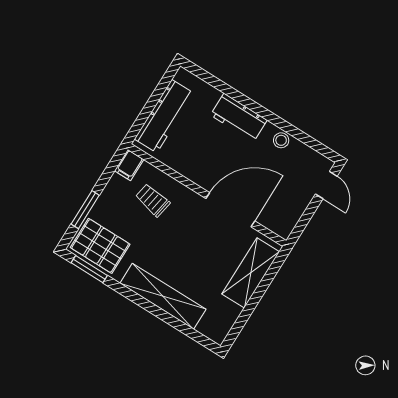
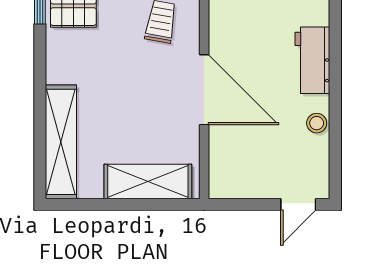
door: (230, 210) -> (204, 90), moved
shelving: (163, 296) -> (61, 142), moved

